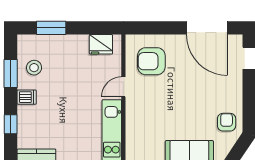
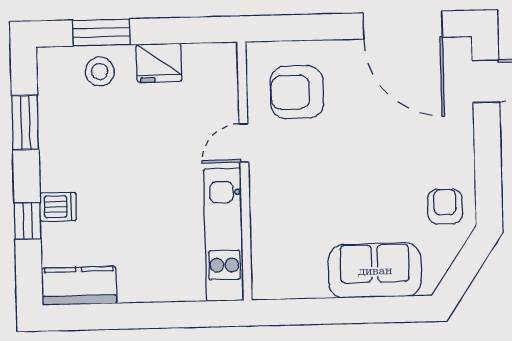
fridge: (101, 44) -> (159, 63), moved
stool: (34, 68) -> (100, 71), moved
dishwasher: (27, 97) -> (58, 207), moved

